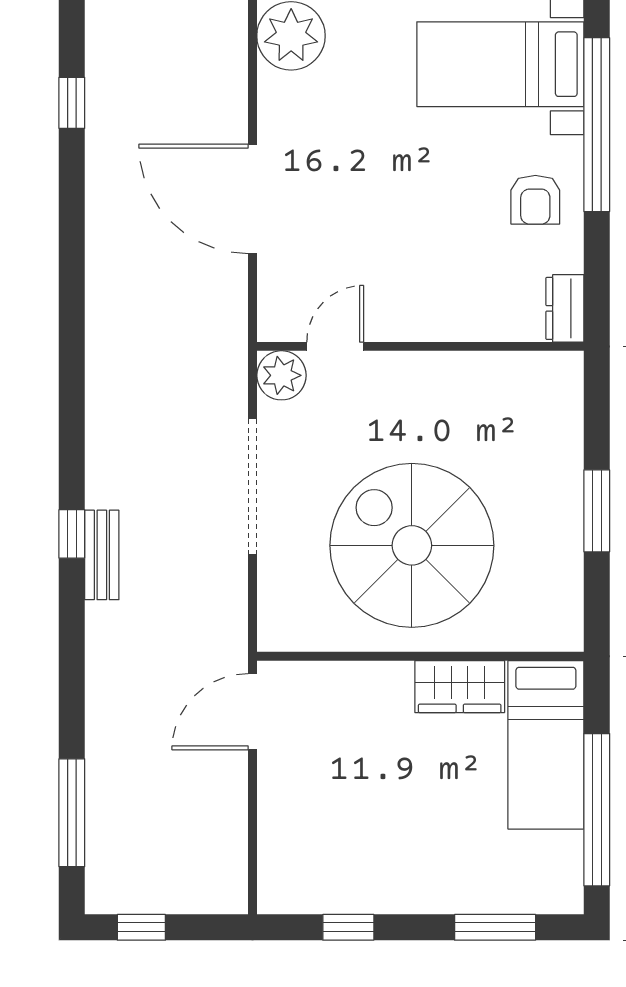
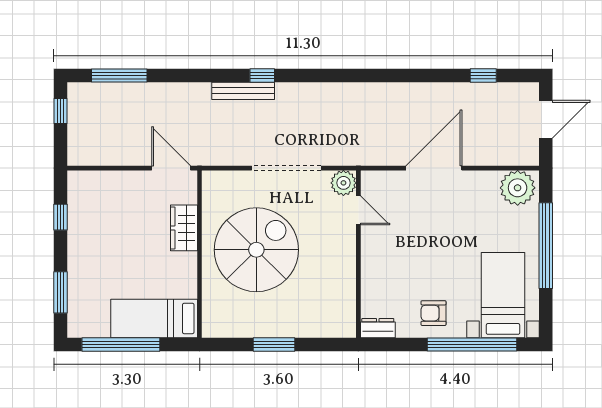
bench: (102, 555) -> (243, 91), width x1.36
wardrobe: (460, 687) -> (184, 228), moved

